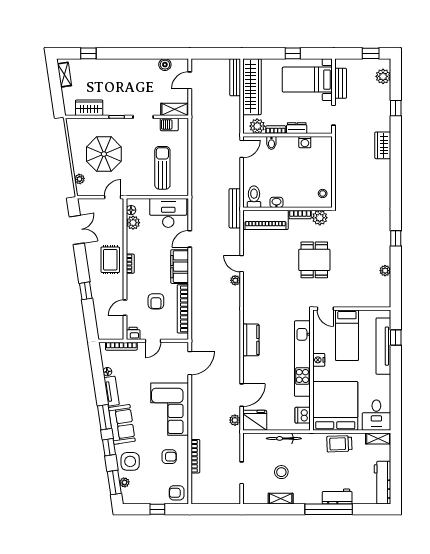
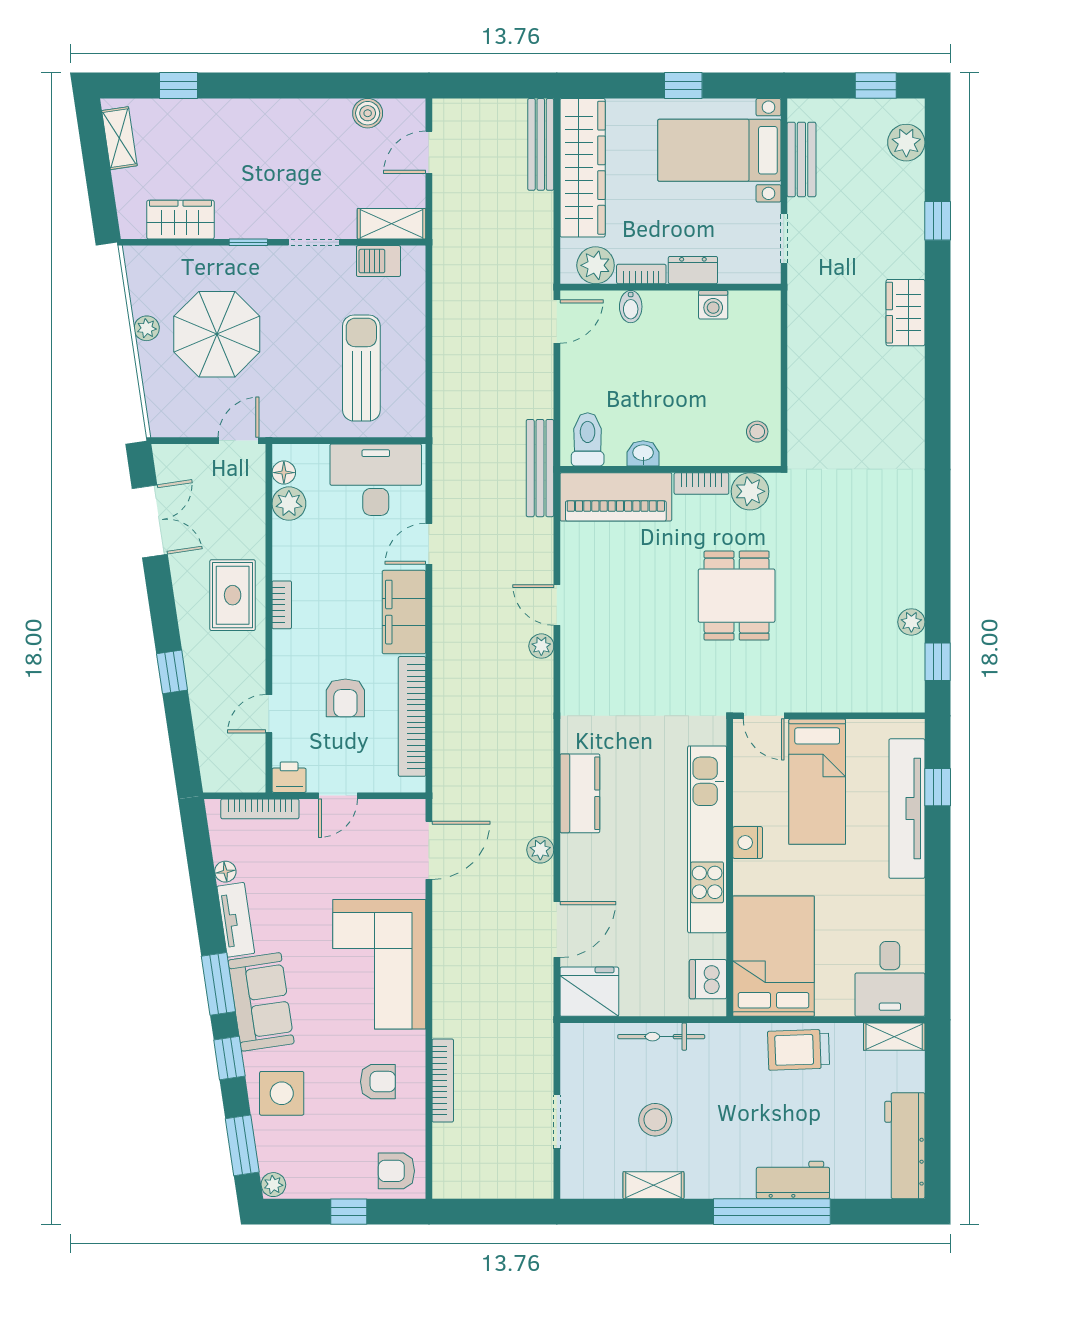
plant: (80, 179) -> (147, 328), moved
window: (396, 238) -> (938, 662), moved
bed: (335, 406) -> (774, 956), width x0.73
plant: (235, 420) -> (540, 850), moved
plant: (124, 482) -> (273, 1185), moved

